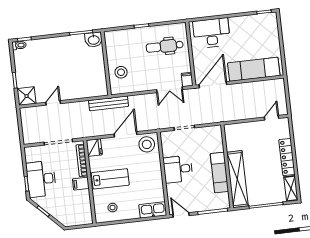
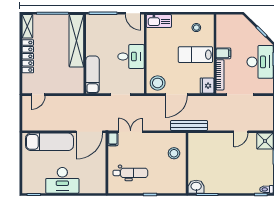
desk: (212, 33) -> (62, 180), moved
exam couch: (219, 173) -> (93, 75), moved

